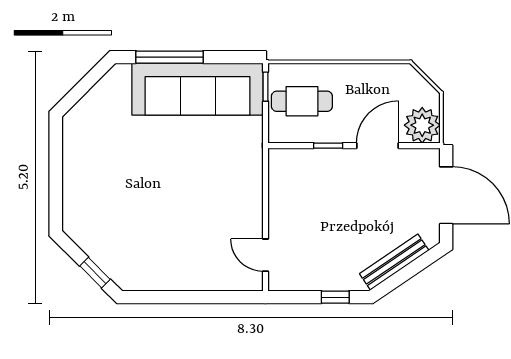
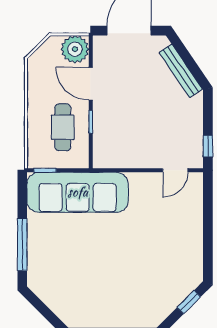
sofa: (198, 89) -> (78, 192), moved, turned 90
cafe table: (302, 101) -> (63, 127), moved
window: (335, 297) -> (208, 146), moved

